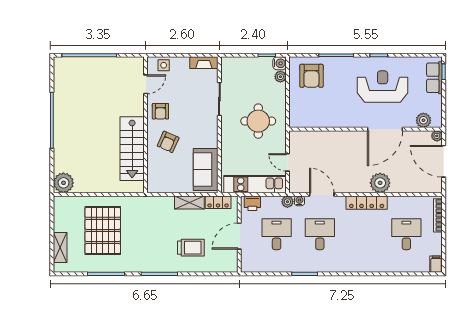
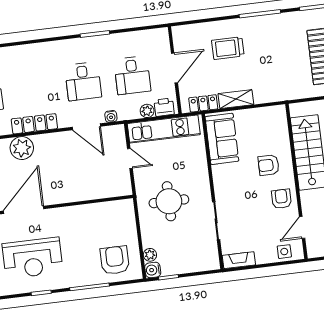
armchair: (168, 142) -> (269, 165), turned -114
plant: (287, 202) -> (147, 111), moved

